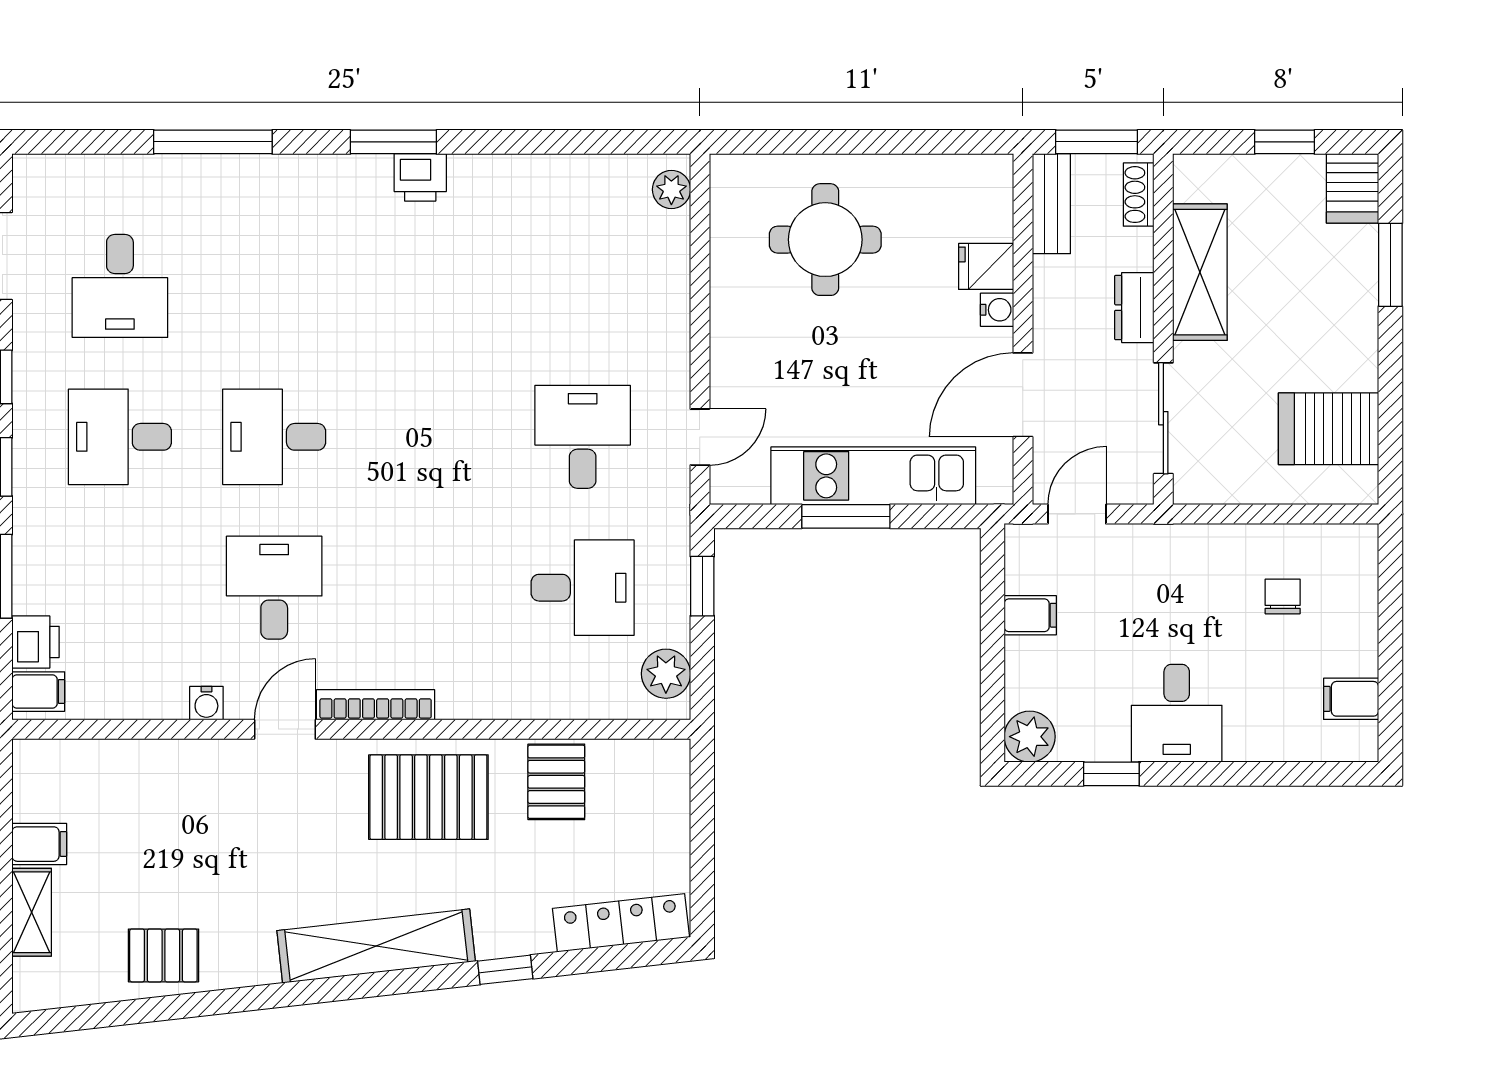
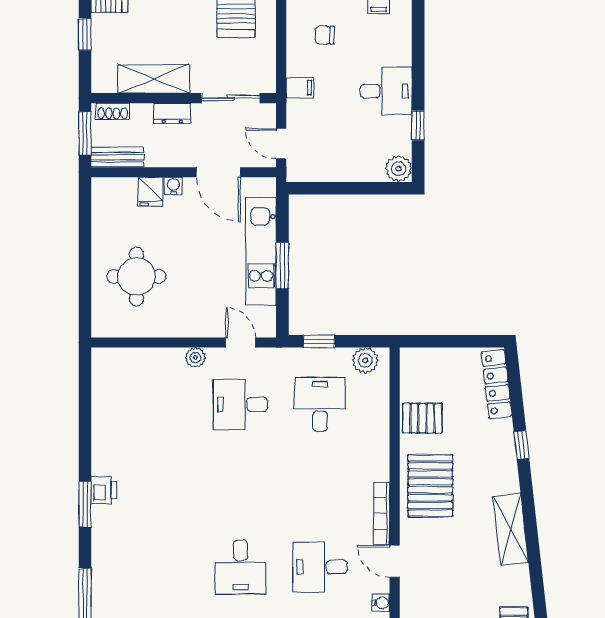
plant: (671, 190) -> (195, 358), moved
filing cabinet: (1030, 615) -> (300, 88), moved, turned 90
shelving: (376, 946) -> (511, 529), width x0.68

